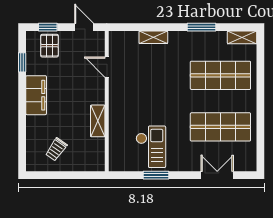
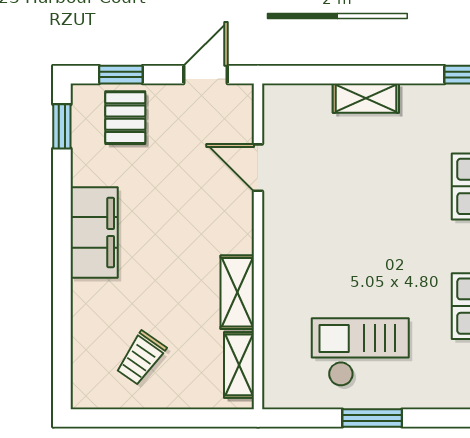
door: (84, 27) -> (205, 75), hinge flipped
window: (22, 62) -> (62, 126), moved
checkout: (151, 147) -> (360, 352), turned -90
shelving: (99, 152) -> (239, 365), added

